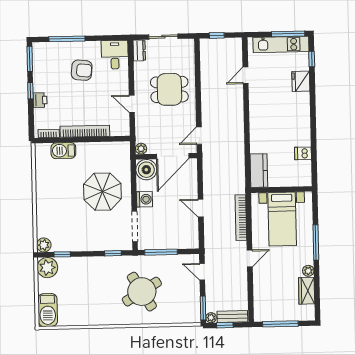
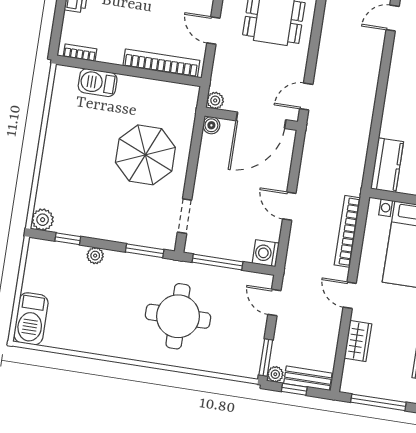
bookcase: (85, 131) -> (161, 63), moved
boiler: (146, 170) -> (211, 125), width x0.54, depth x0.54
washing machine: (144, 199) -> (266, 253), moved, turned 180
doorway: (135, 226) -> (185, 216), width x0.73
window: (113, 253) -> (145, 251), width x1.50
door: (250, 258) -> (350, 295), swing flipped
plant: (47, 268) -> (95, 256), moved, width x0.53, depth x0.53
wardrobe: (260, 287) -> (358, 341), added
round table: (142, 292) -> (178, 316), turned 31

